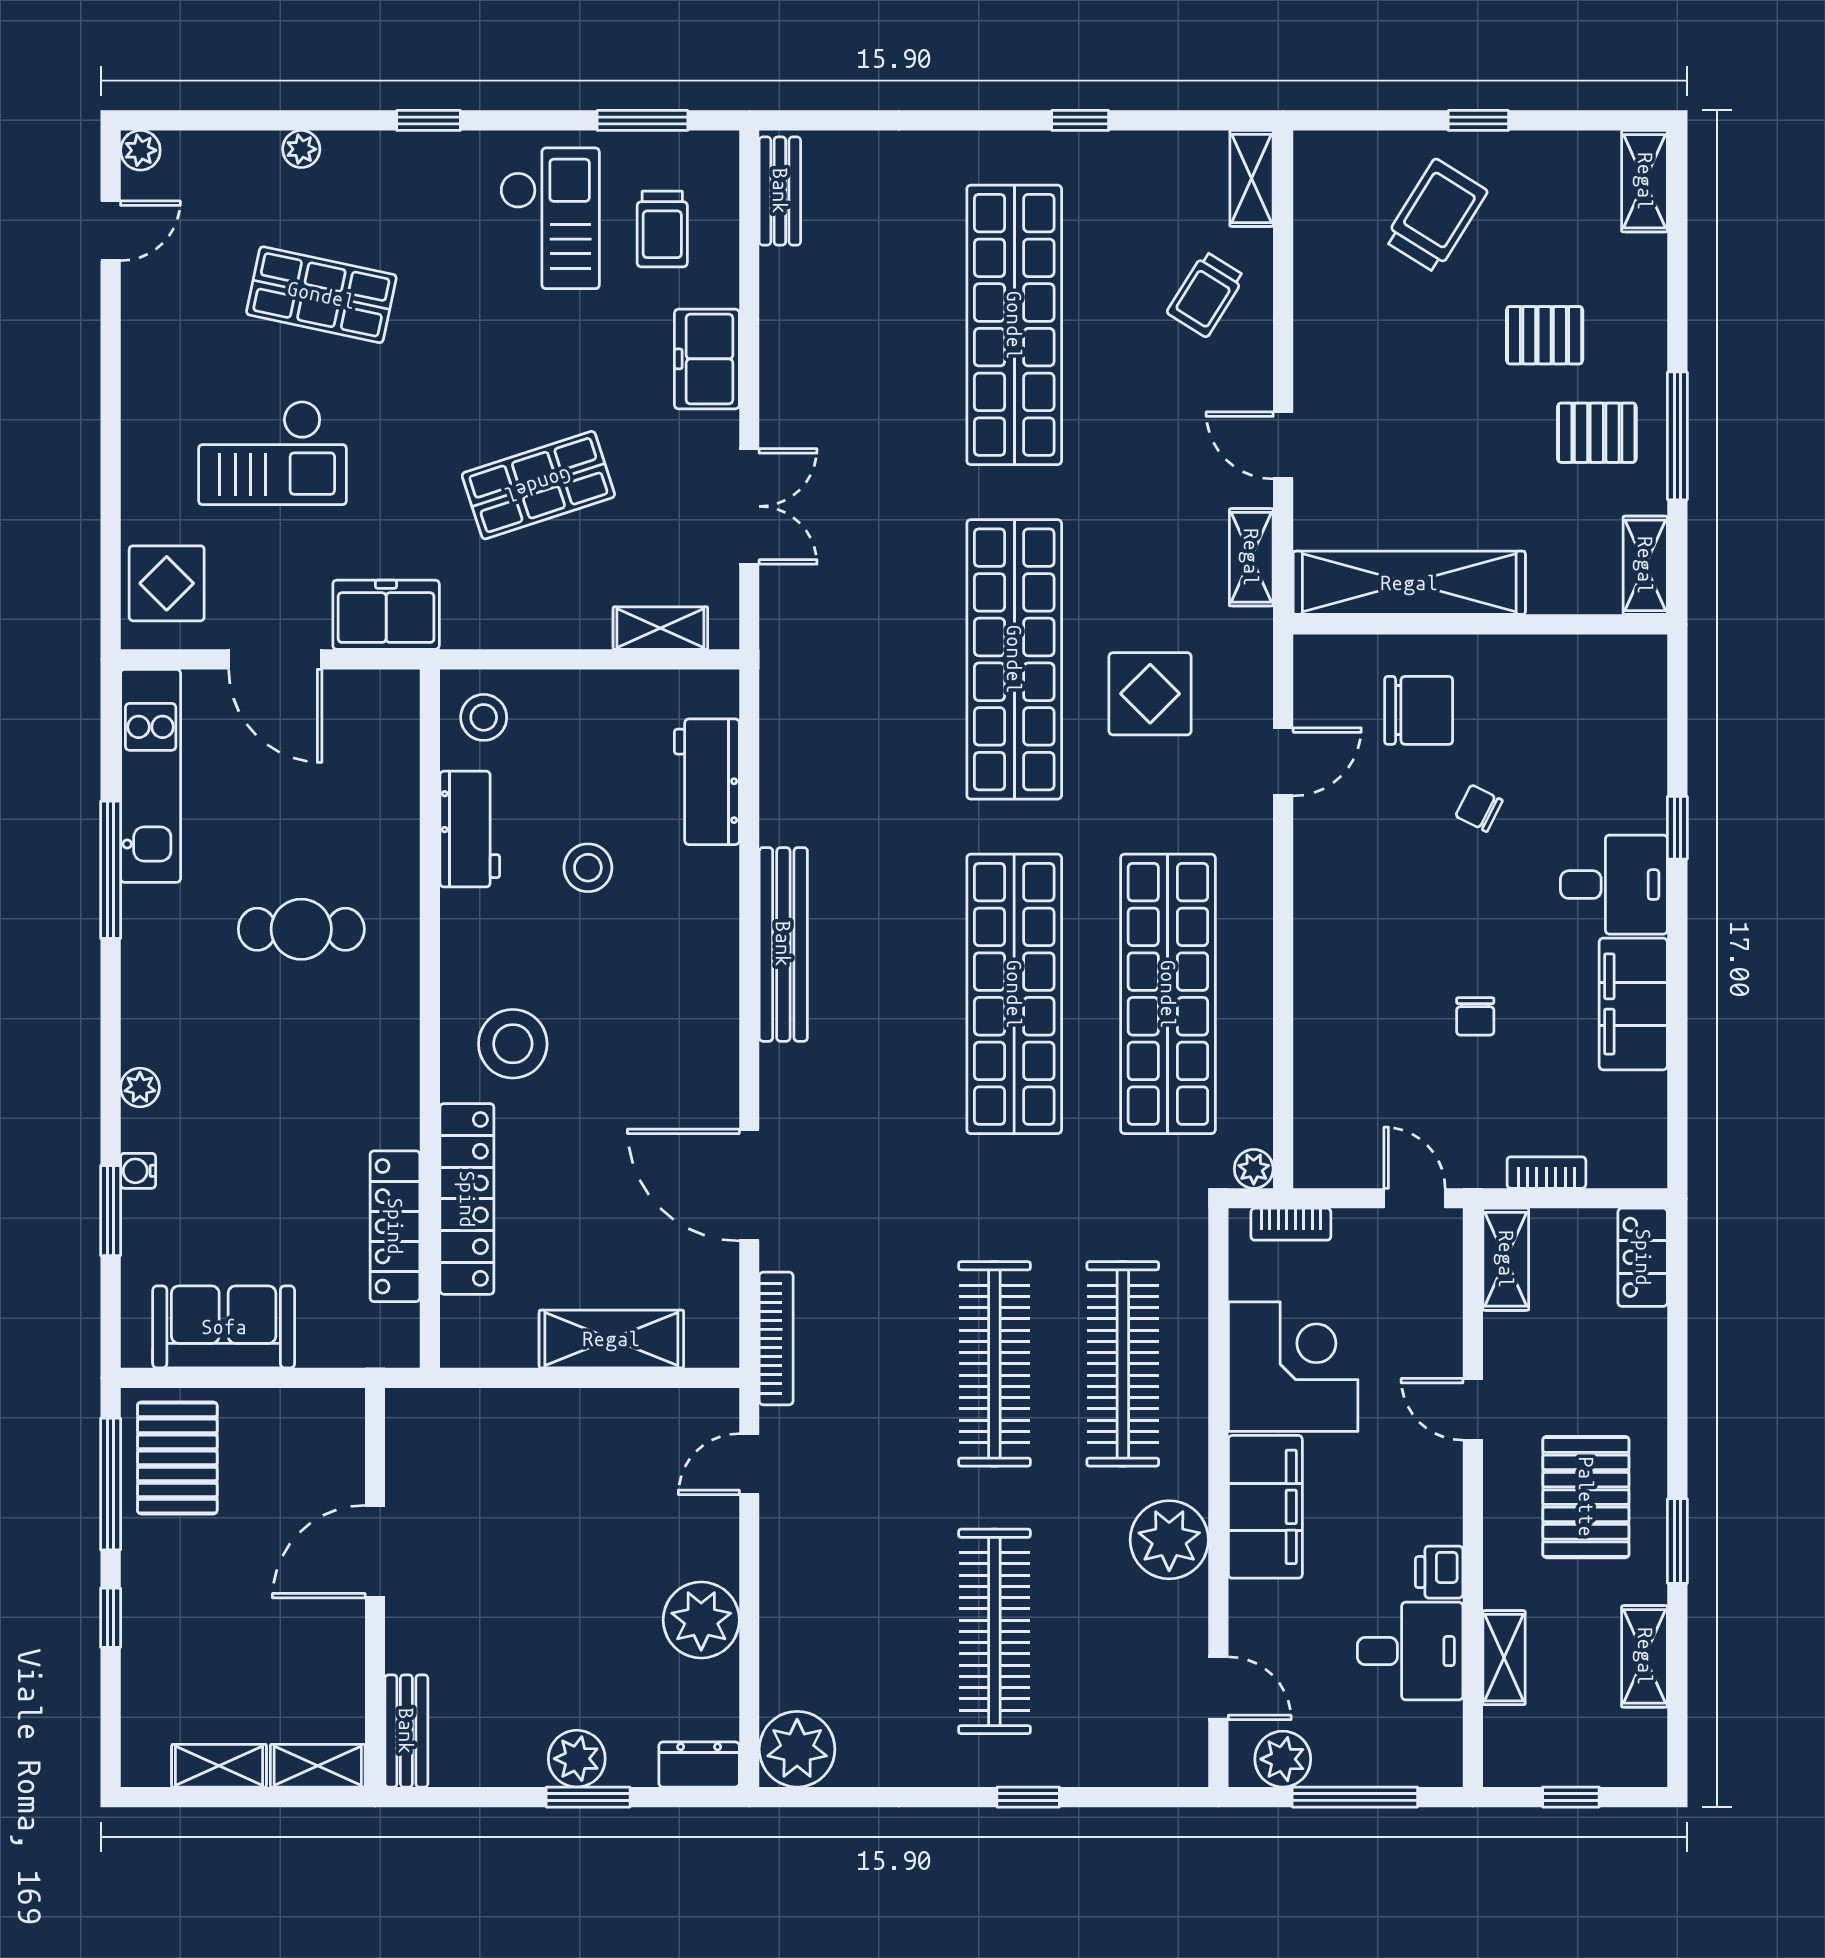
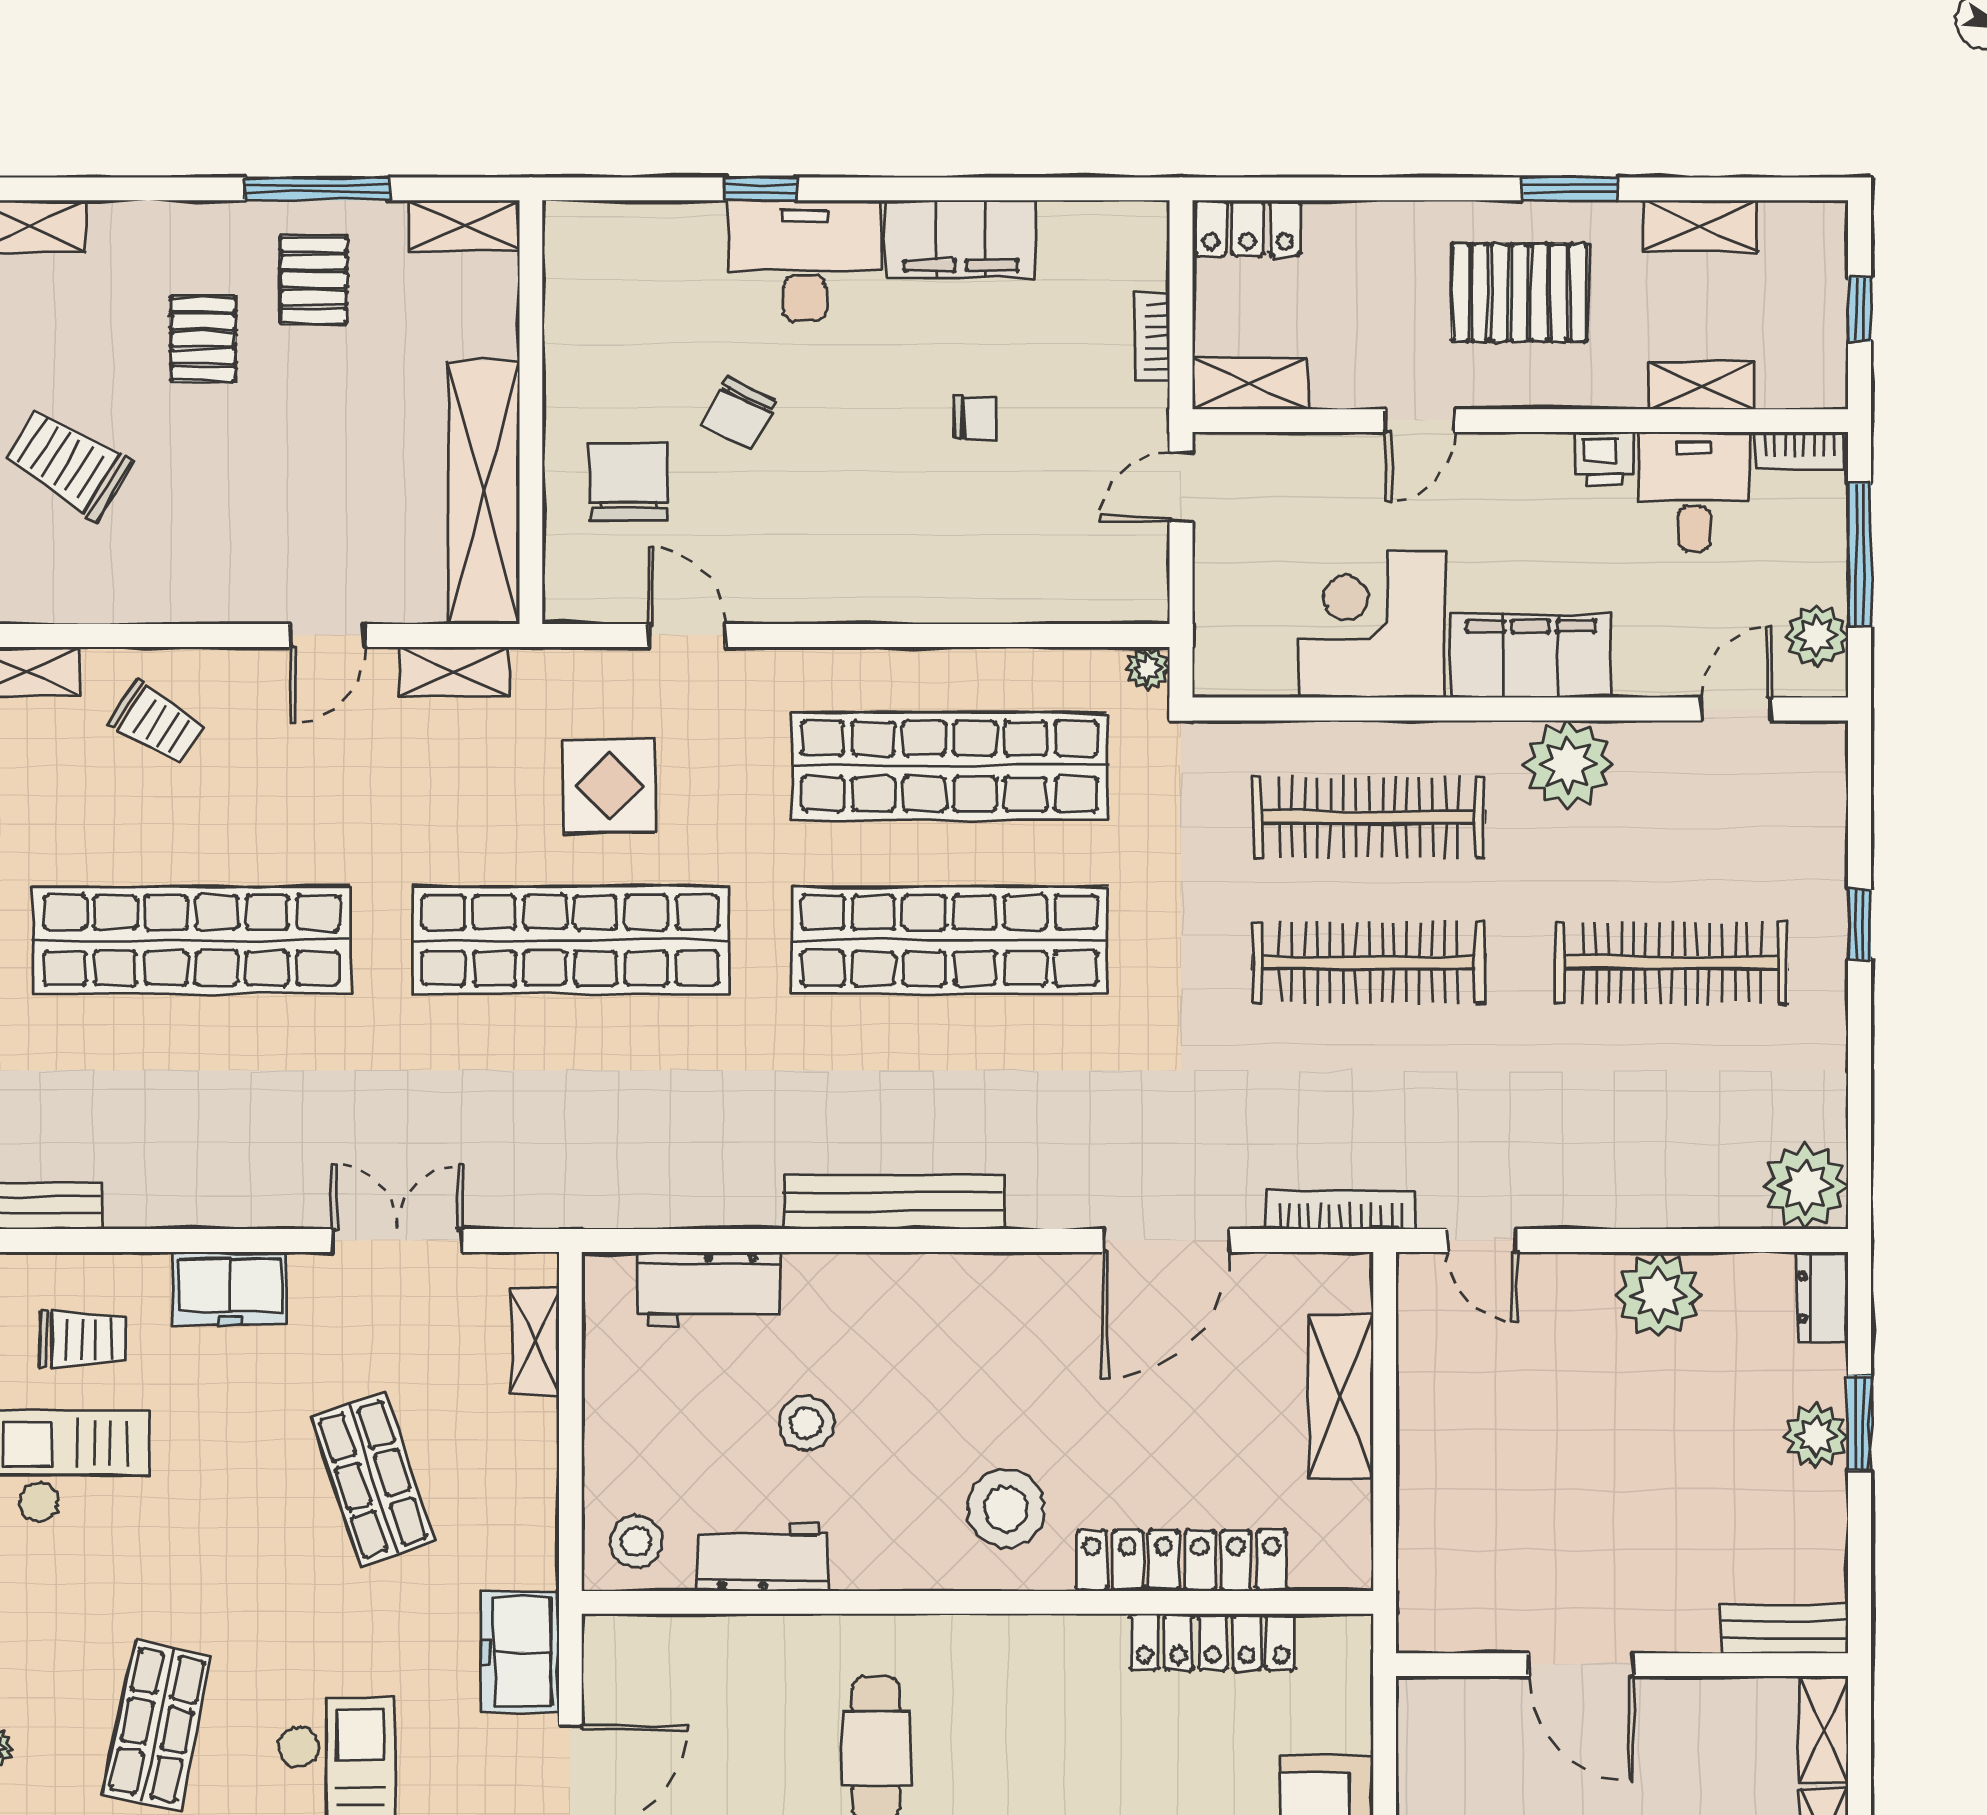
chair: (1479, 808) -> (739, 414), width x1.37, depth x1.37
desk: (1614, 885) -> (805, 261), width x1.37
bookcase: (1291, 1224) -> (1799, 450), moved, turned 90

